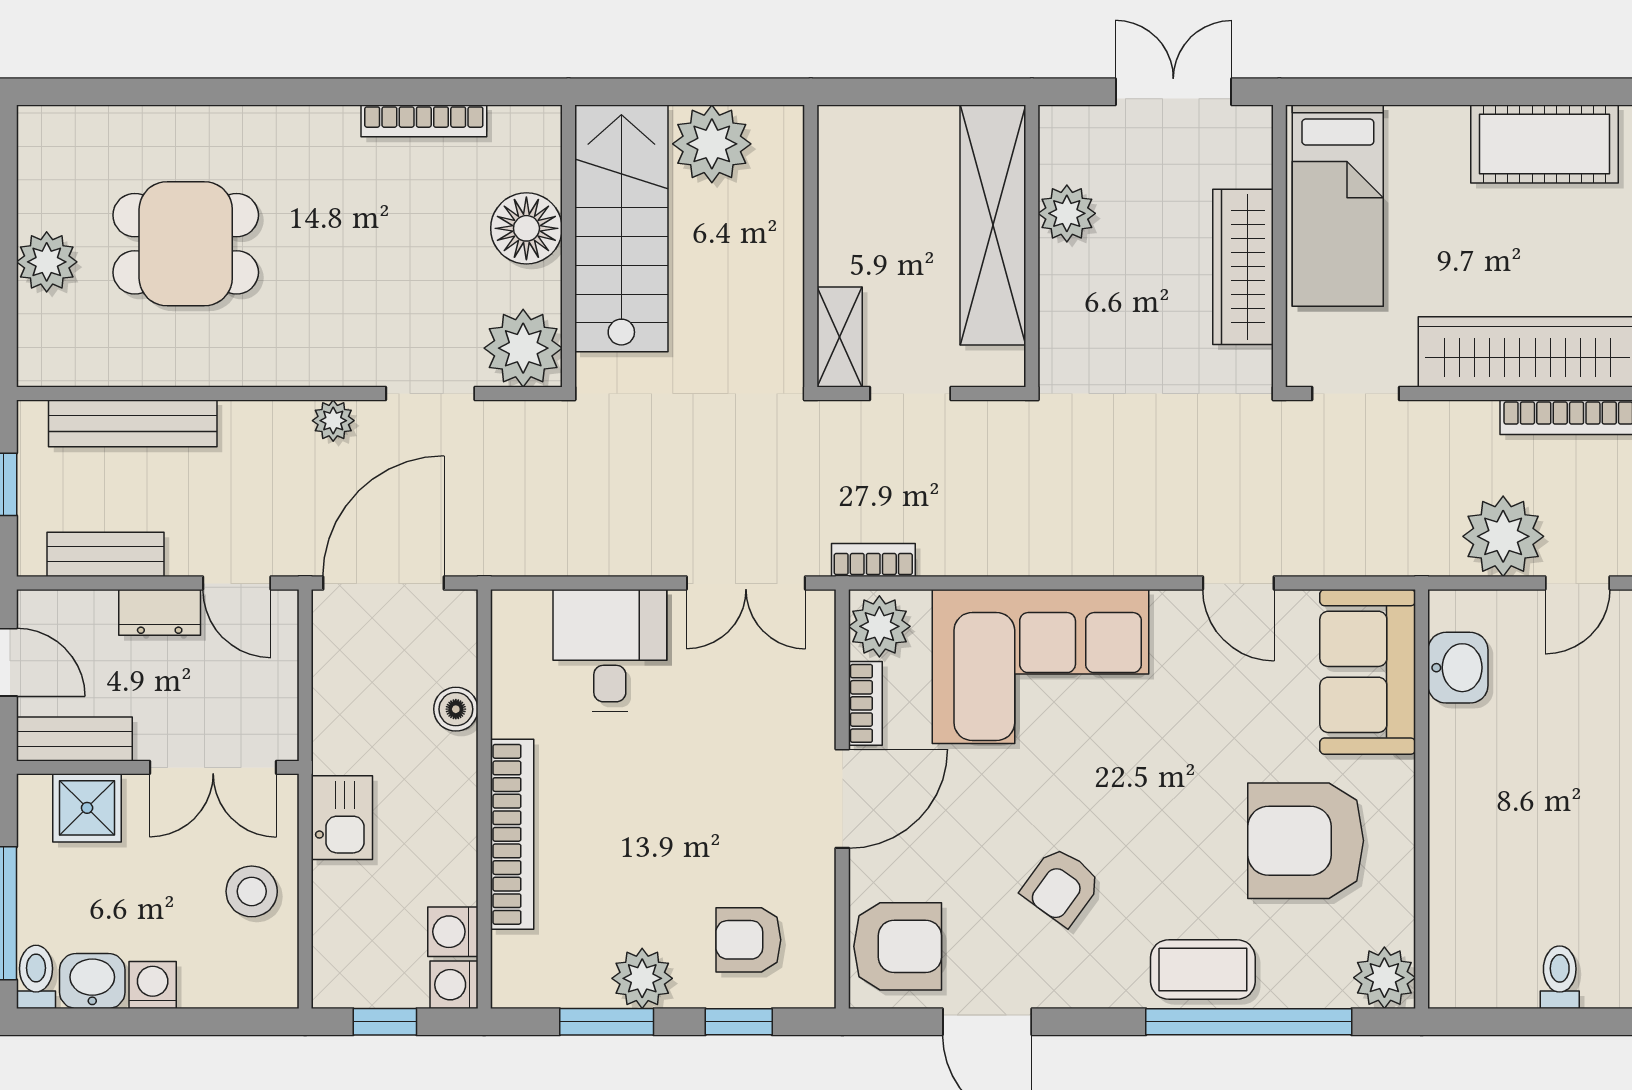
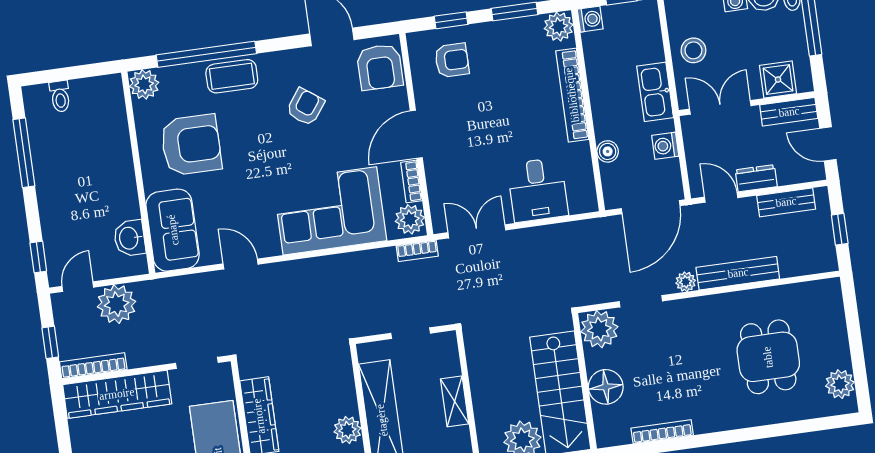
dining table: (186, 244) -> (768, 357), turned 90
plant: (47, 262) -> (840, 384), moved
shelving: (840, 337) -> (455, 401), moved
bench: (133, 423) -> (738, 273), moved
kitchen sink: (342, 818) -> (655, 92), width x1.38
washing machine: (453, 932) -> (665, 146), moved, turned 180
armchair: (898, 946) -> (380, 67), turned -90
plant: (642, 978) -> (559, 27), moved

